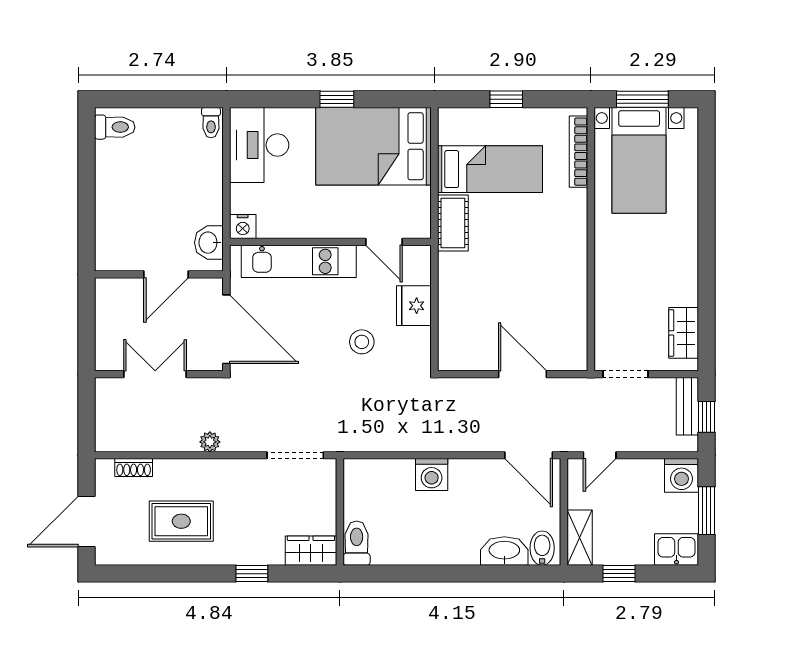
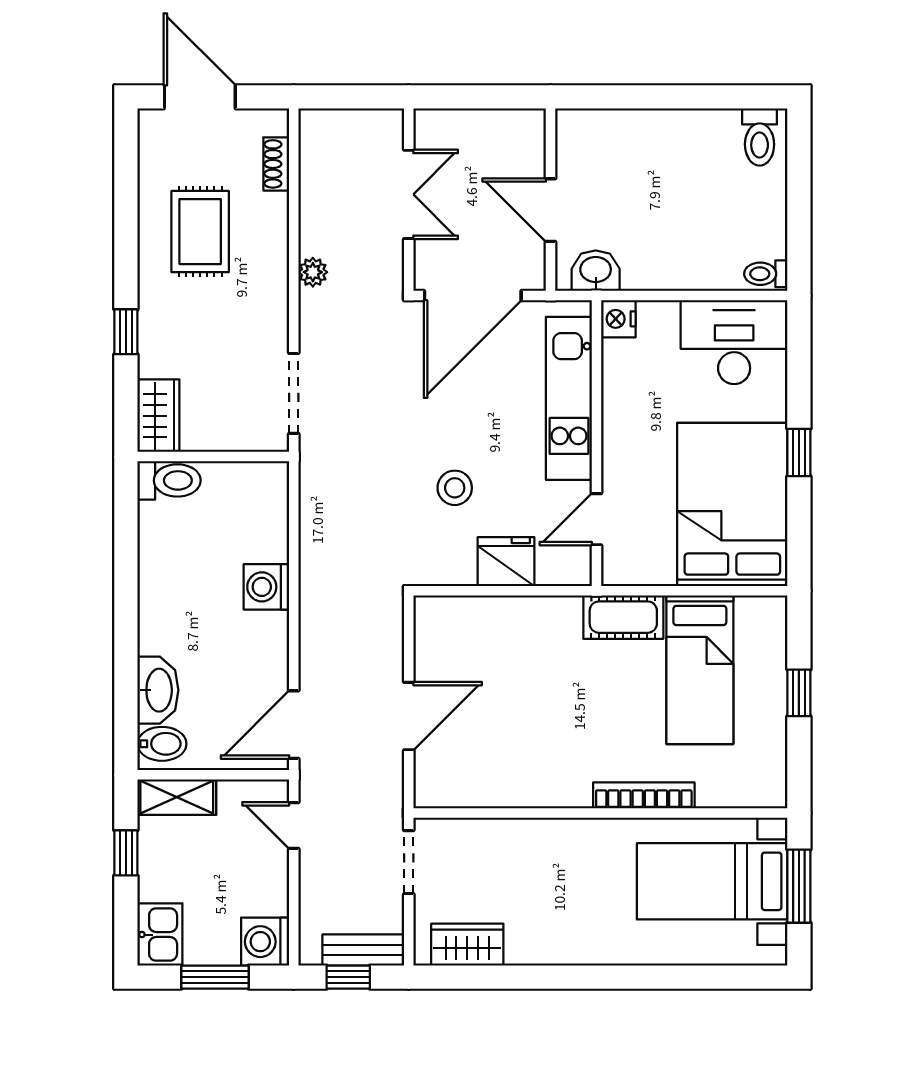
bookcase: (579, 152) -> (644, 795), moved

